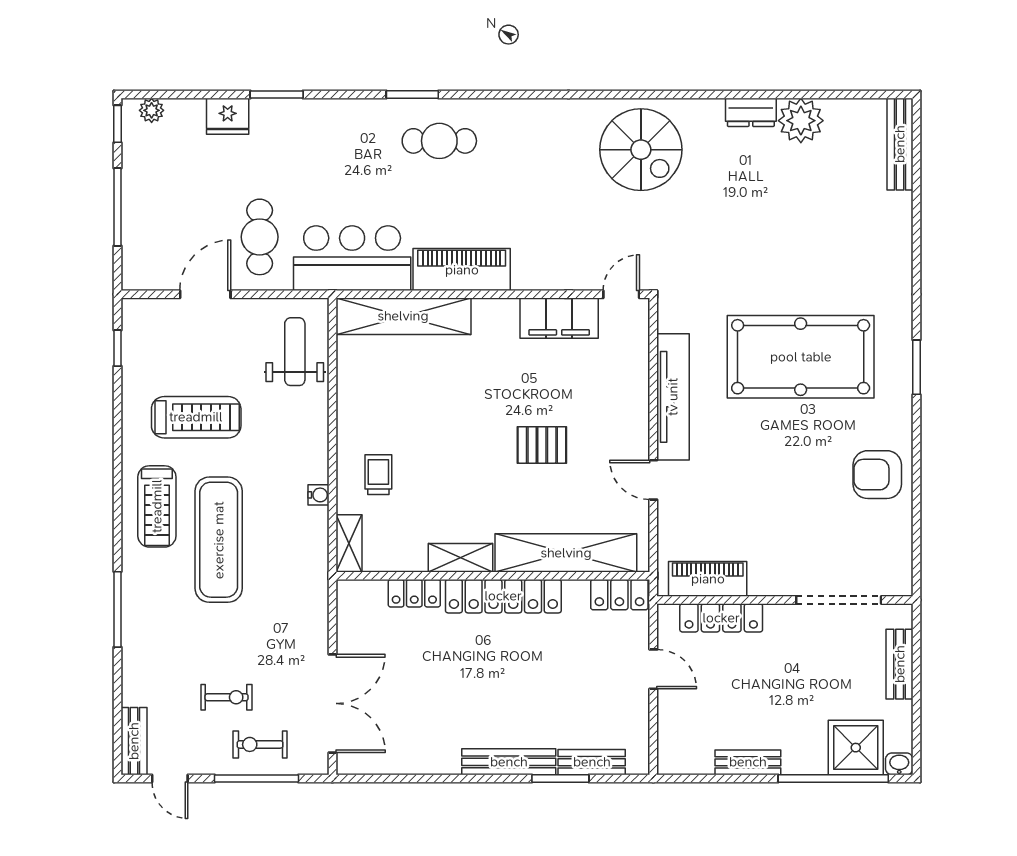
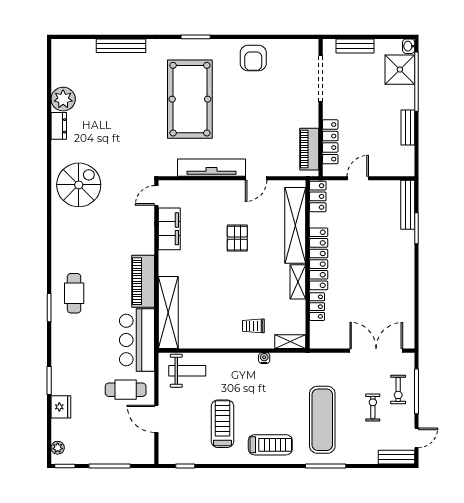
bench: (900, 144) -> (121, 46), moved
door: (621, 294) -> (156, 195), hinge flipped
weight bench: (295, 352) -> (187, 371), turned 180
exercise mat: (219, 540) -> (322, 420), moved, turned 90
bench: (509, 762) -> (408, 256), removed
bench: (592, 762) -> (408, 205), width x1.36

